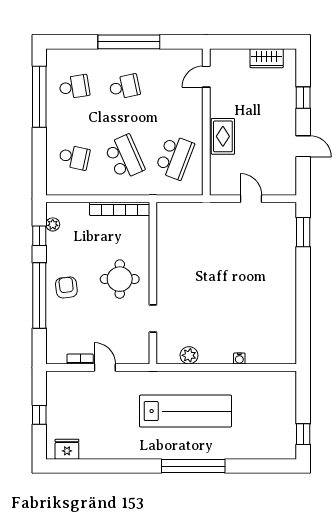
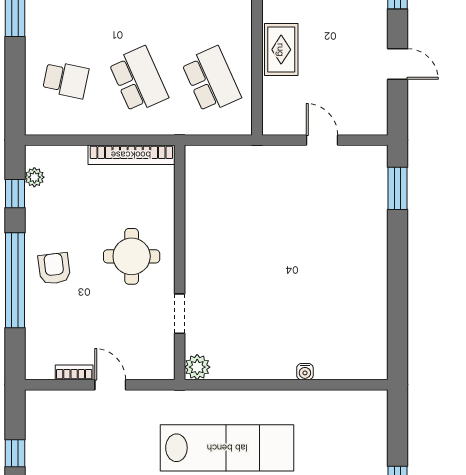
school desk: (175, 157) -> (211, 80), turned -45
plant: (189, 355) -> (197, 367), moved

